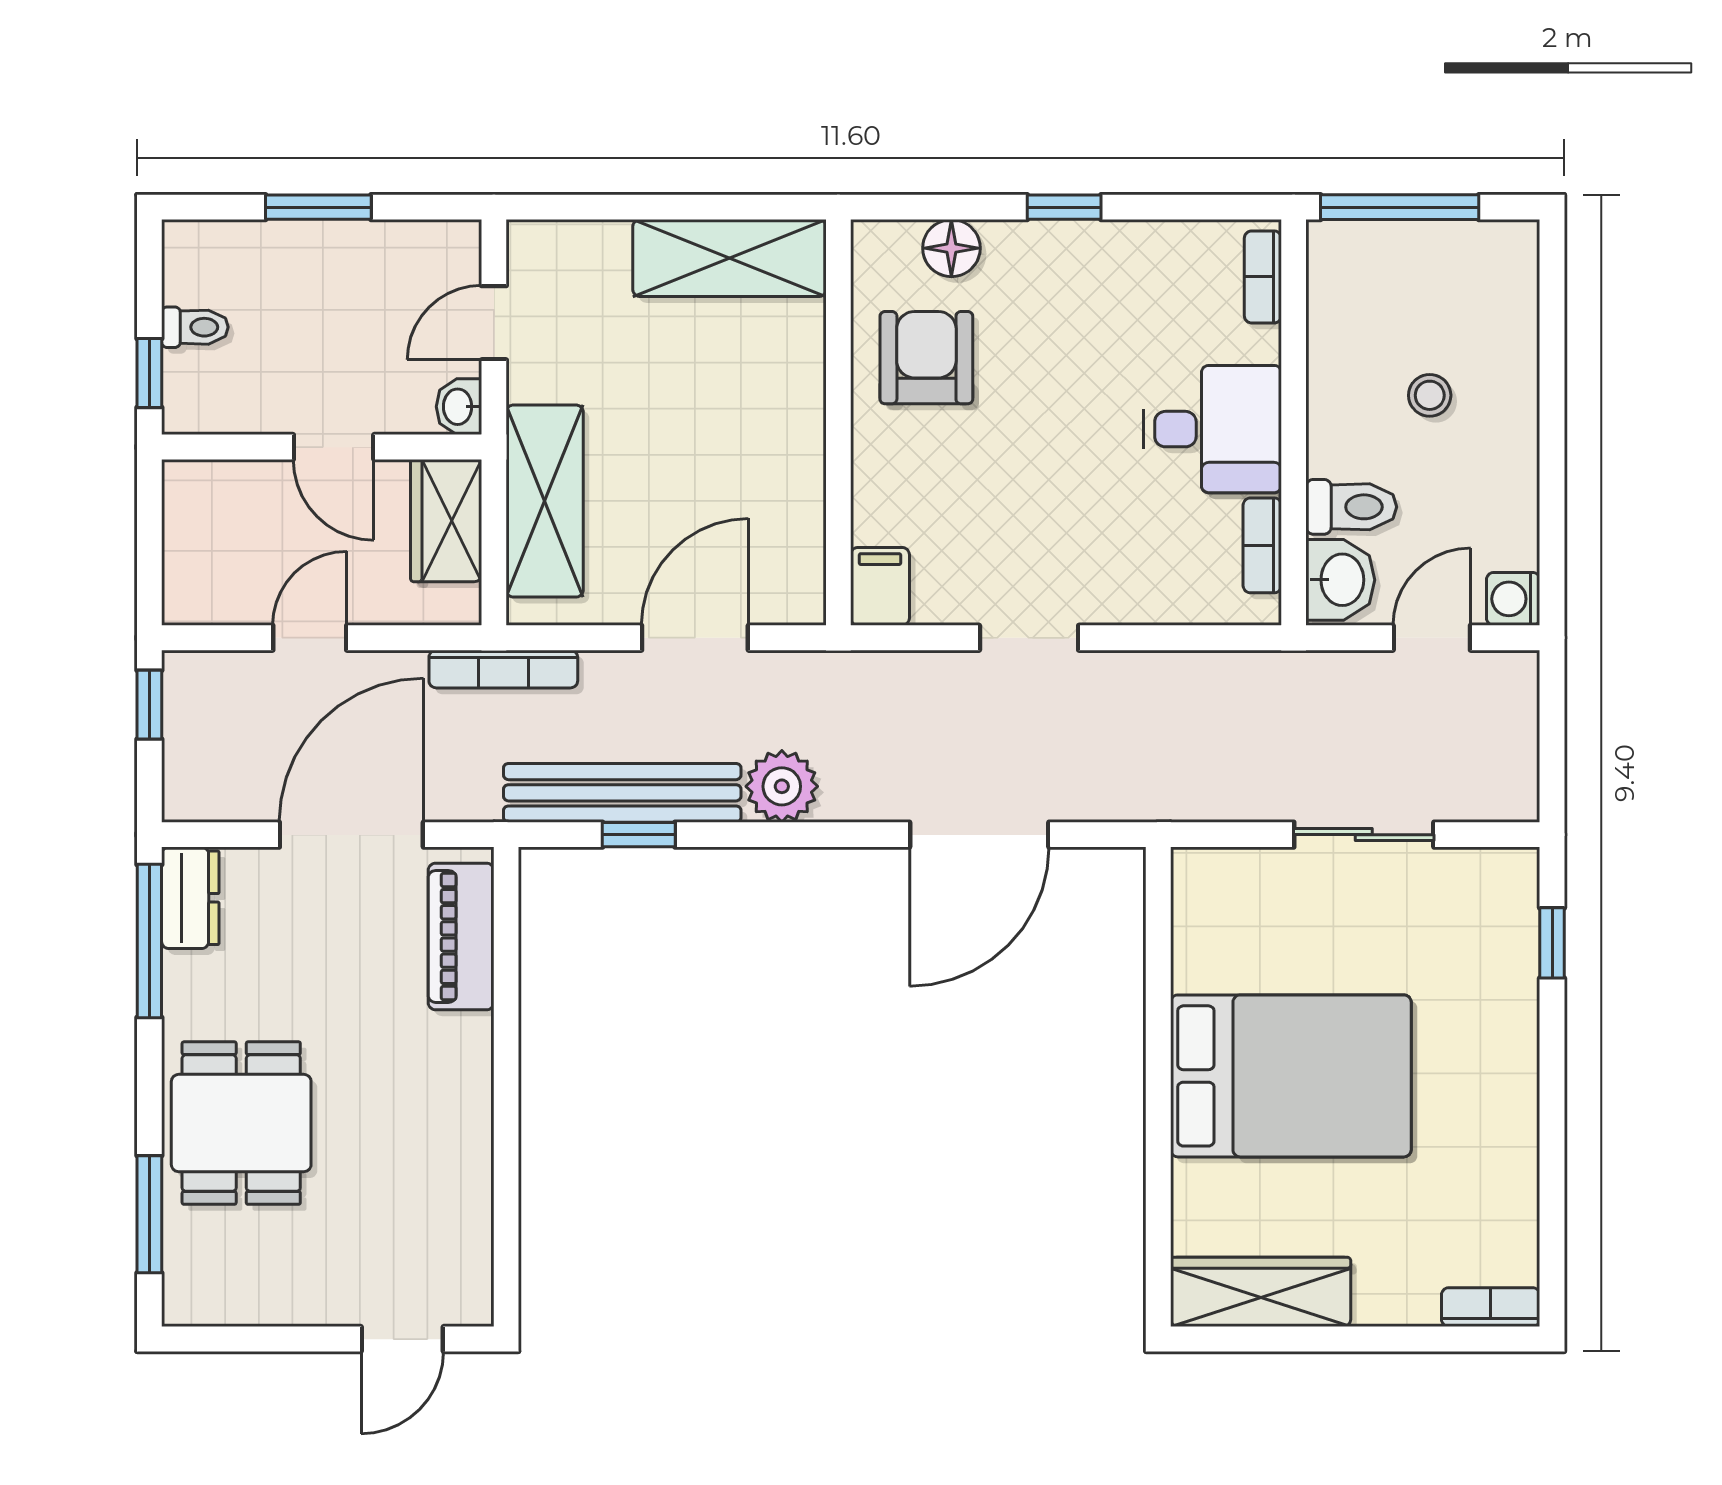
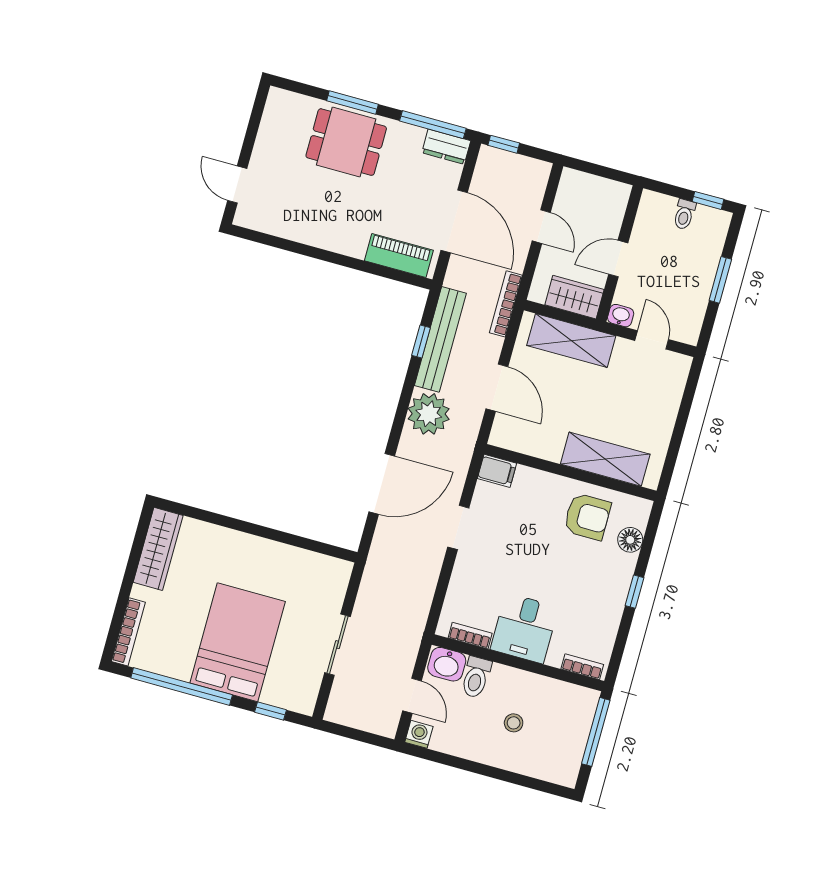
shelving: (729, 258) -> (605, 459), moved, turned 90
window: (149, 373) -> (708, 200), moved
window: (149, 705) -> (504, 144), moved
plant: (782, 786) -> (429, 414), width x1.36, depth x1.36
door: (979, 835) -> (382, 484), swing flipped
bed: (1291, 1076) -> (238, 642), moved, turned 180
window: (1552, 1156) -> (182, 686), added
window: (149, 1214) -> (353, 102), moved
bookcase: (1491, 1307) -> (128, 632), width x1.56

